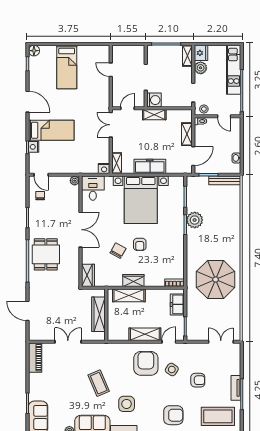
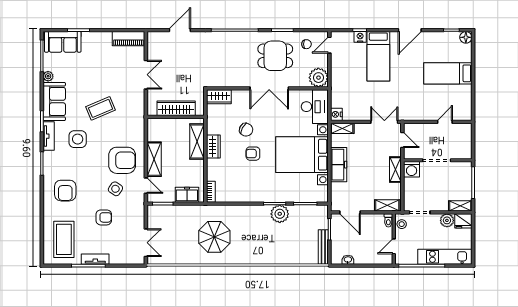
shelving: (187, 134) -> (387, 205), moved
plant: (75, 181) -> (318, 78), width x1.88, depth x1.88
desk: (93, 188) -> (315, 107), width x1.37
dining table: (46, 254) -> (275, 56), moved
parasol: (216, 280) -> (214, 237), width x0.73, depth x0.73
armchair: (198, 380) -> (104, 217), turned -90

